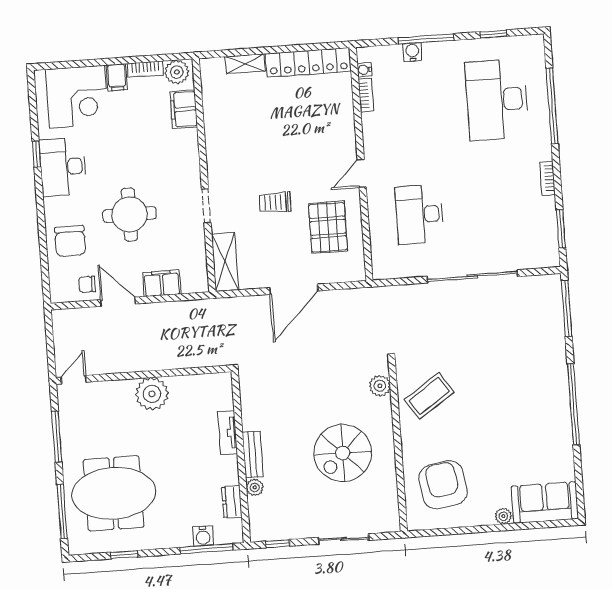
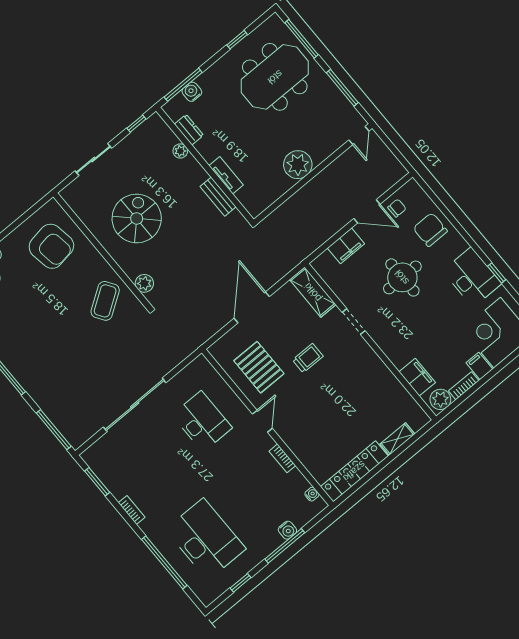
bookcase: (366, 95) -> (282, 458), moved
bench: (253, 454) -> (218, 197), moved

